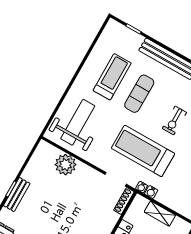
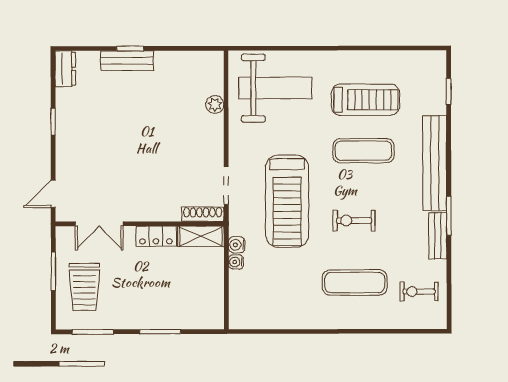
treadmill: (143, 151) -> (287, 201), turned 180
plant: (66, 165) -> (215, 105), width x0.53, depth x0.53
water cooler: (142, 187) -> (236, 262), moved
shelving: (160, 214) -> (201, 236), moved, turned 90

